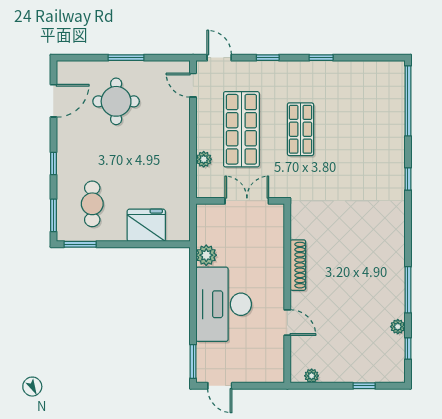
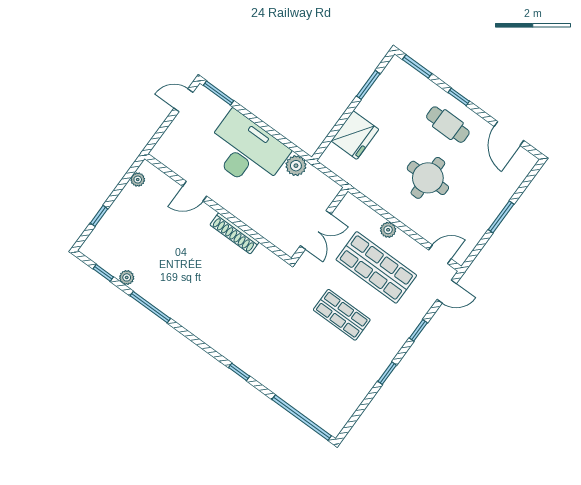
round table: (116, 101) -> (428, 178), moved
plant: (204, 159) -> (388, 230), moved
cafe table: (92, 204) -> (448, 125), moved
window: (80, 244) -> (368, 85), moved

